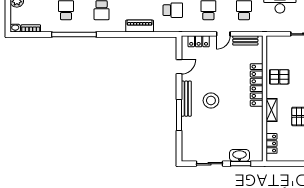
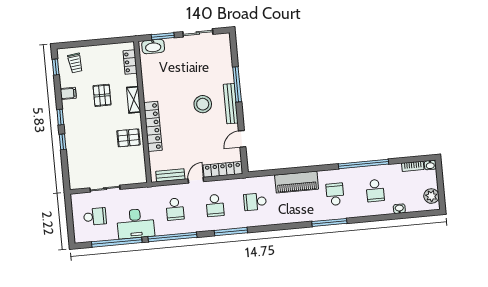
piano: (140, 26) -> (297, 182), width x1.37, depth x1.33
locker: (199, 41) -> (223, 169), width x1.53
washbasin: (239, 155) -> (153, 46), moved

